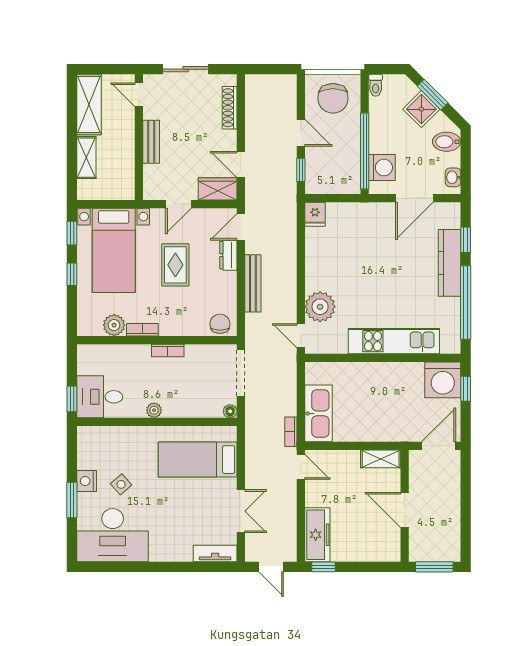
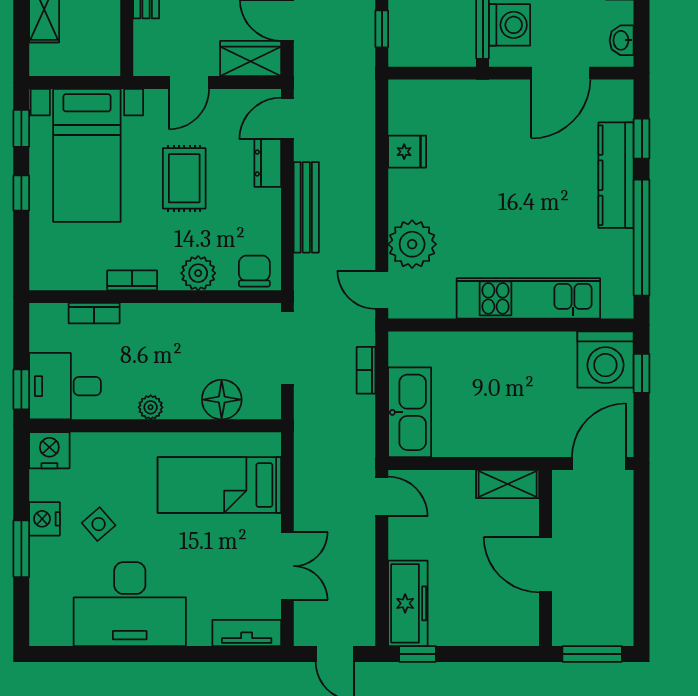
fridge: (315, 214) -> (407, 152), moved, turned -90
plant: (114, 325) -> (198, 273), moved
bookcase: (168, 350) -> (94, 313), moved
floor lamp: (230, 411) -> (222, 400), moved, width x1.89, depth x1.89
bookcase: (291, 432) -> (366, 370), moved
nightstand: (90, 437) -> (49, 450), added
desk: (113, 535) -> (130, 604), moved

